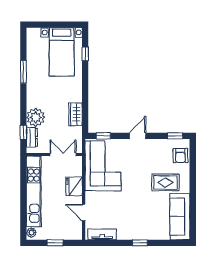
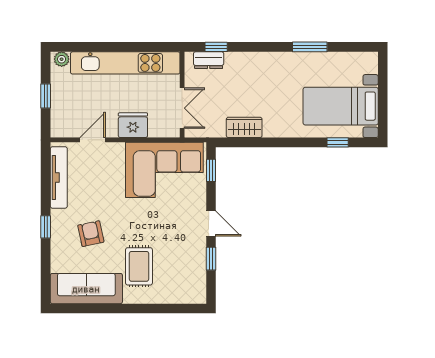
plant: (36, 117) -> (239, 66), removed
window: (175, 136) -> (211, 259), moved
armchair: (180, 156) -> (91, 234), moved, turned 79
tv unit: (102, 234) -> (59, 177), width x1.41

